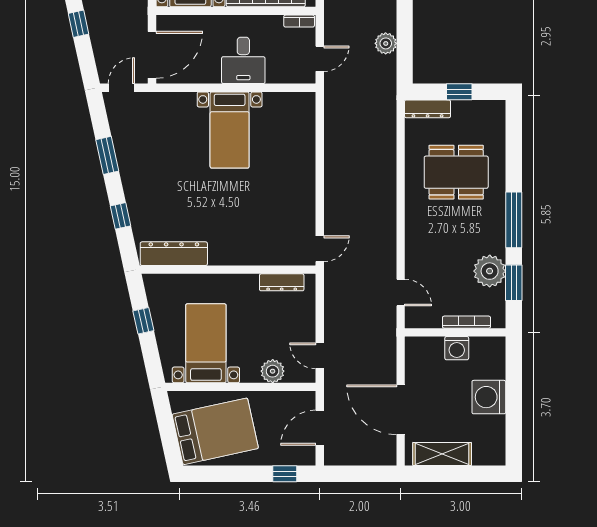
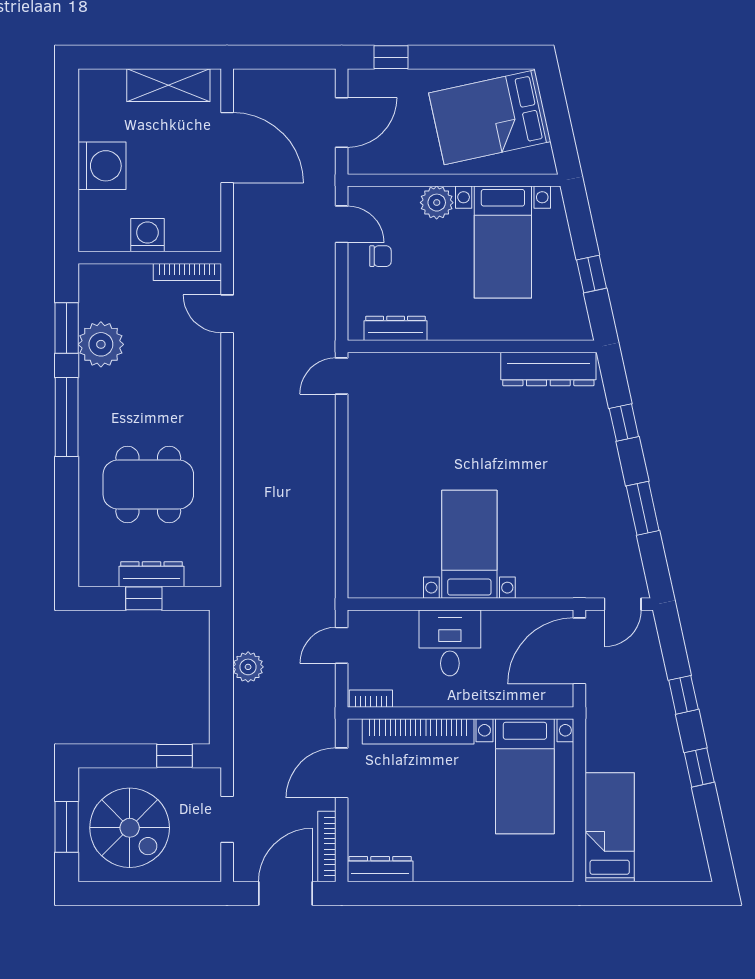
dresser: (428, 109) -> (152, 574), moved
bookcase: (466, 322) -> (187, 272), moved
chair: (292, 333) -> (380, 256), added
plant: (273, 371) -> (437, 203), moved

